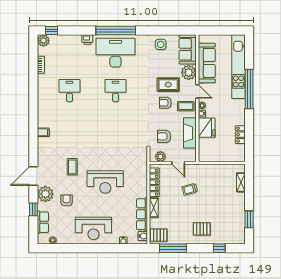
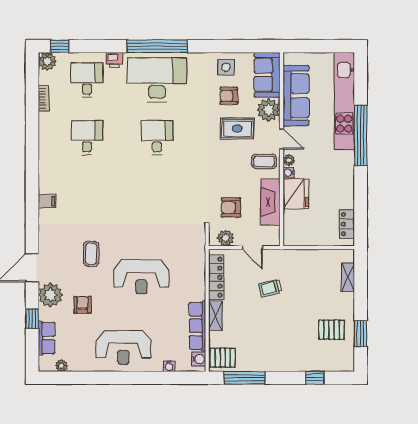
desk: (69, 53) -> (87, 80), added
armchair: (165, 103) -> (229, 96), moved
locker: (240, 135) -> (347, 224), moved
pallet: (202, 229) -> (332, 330), moved

